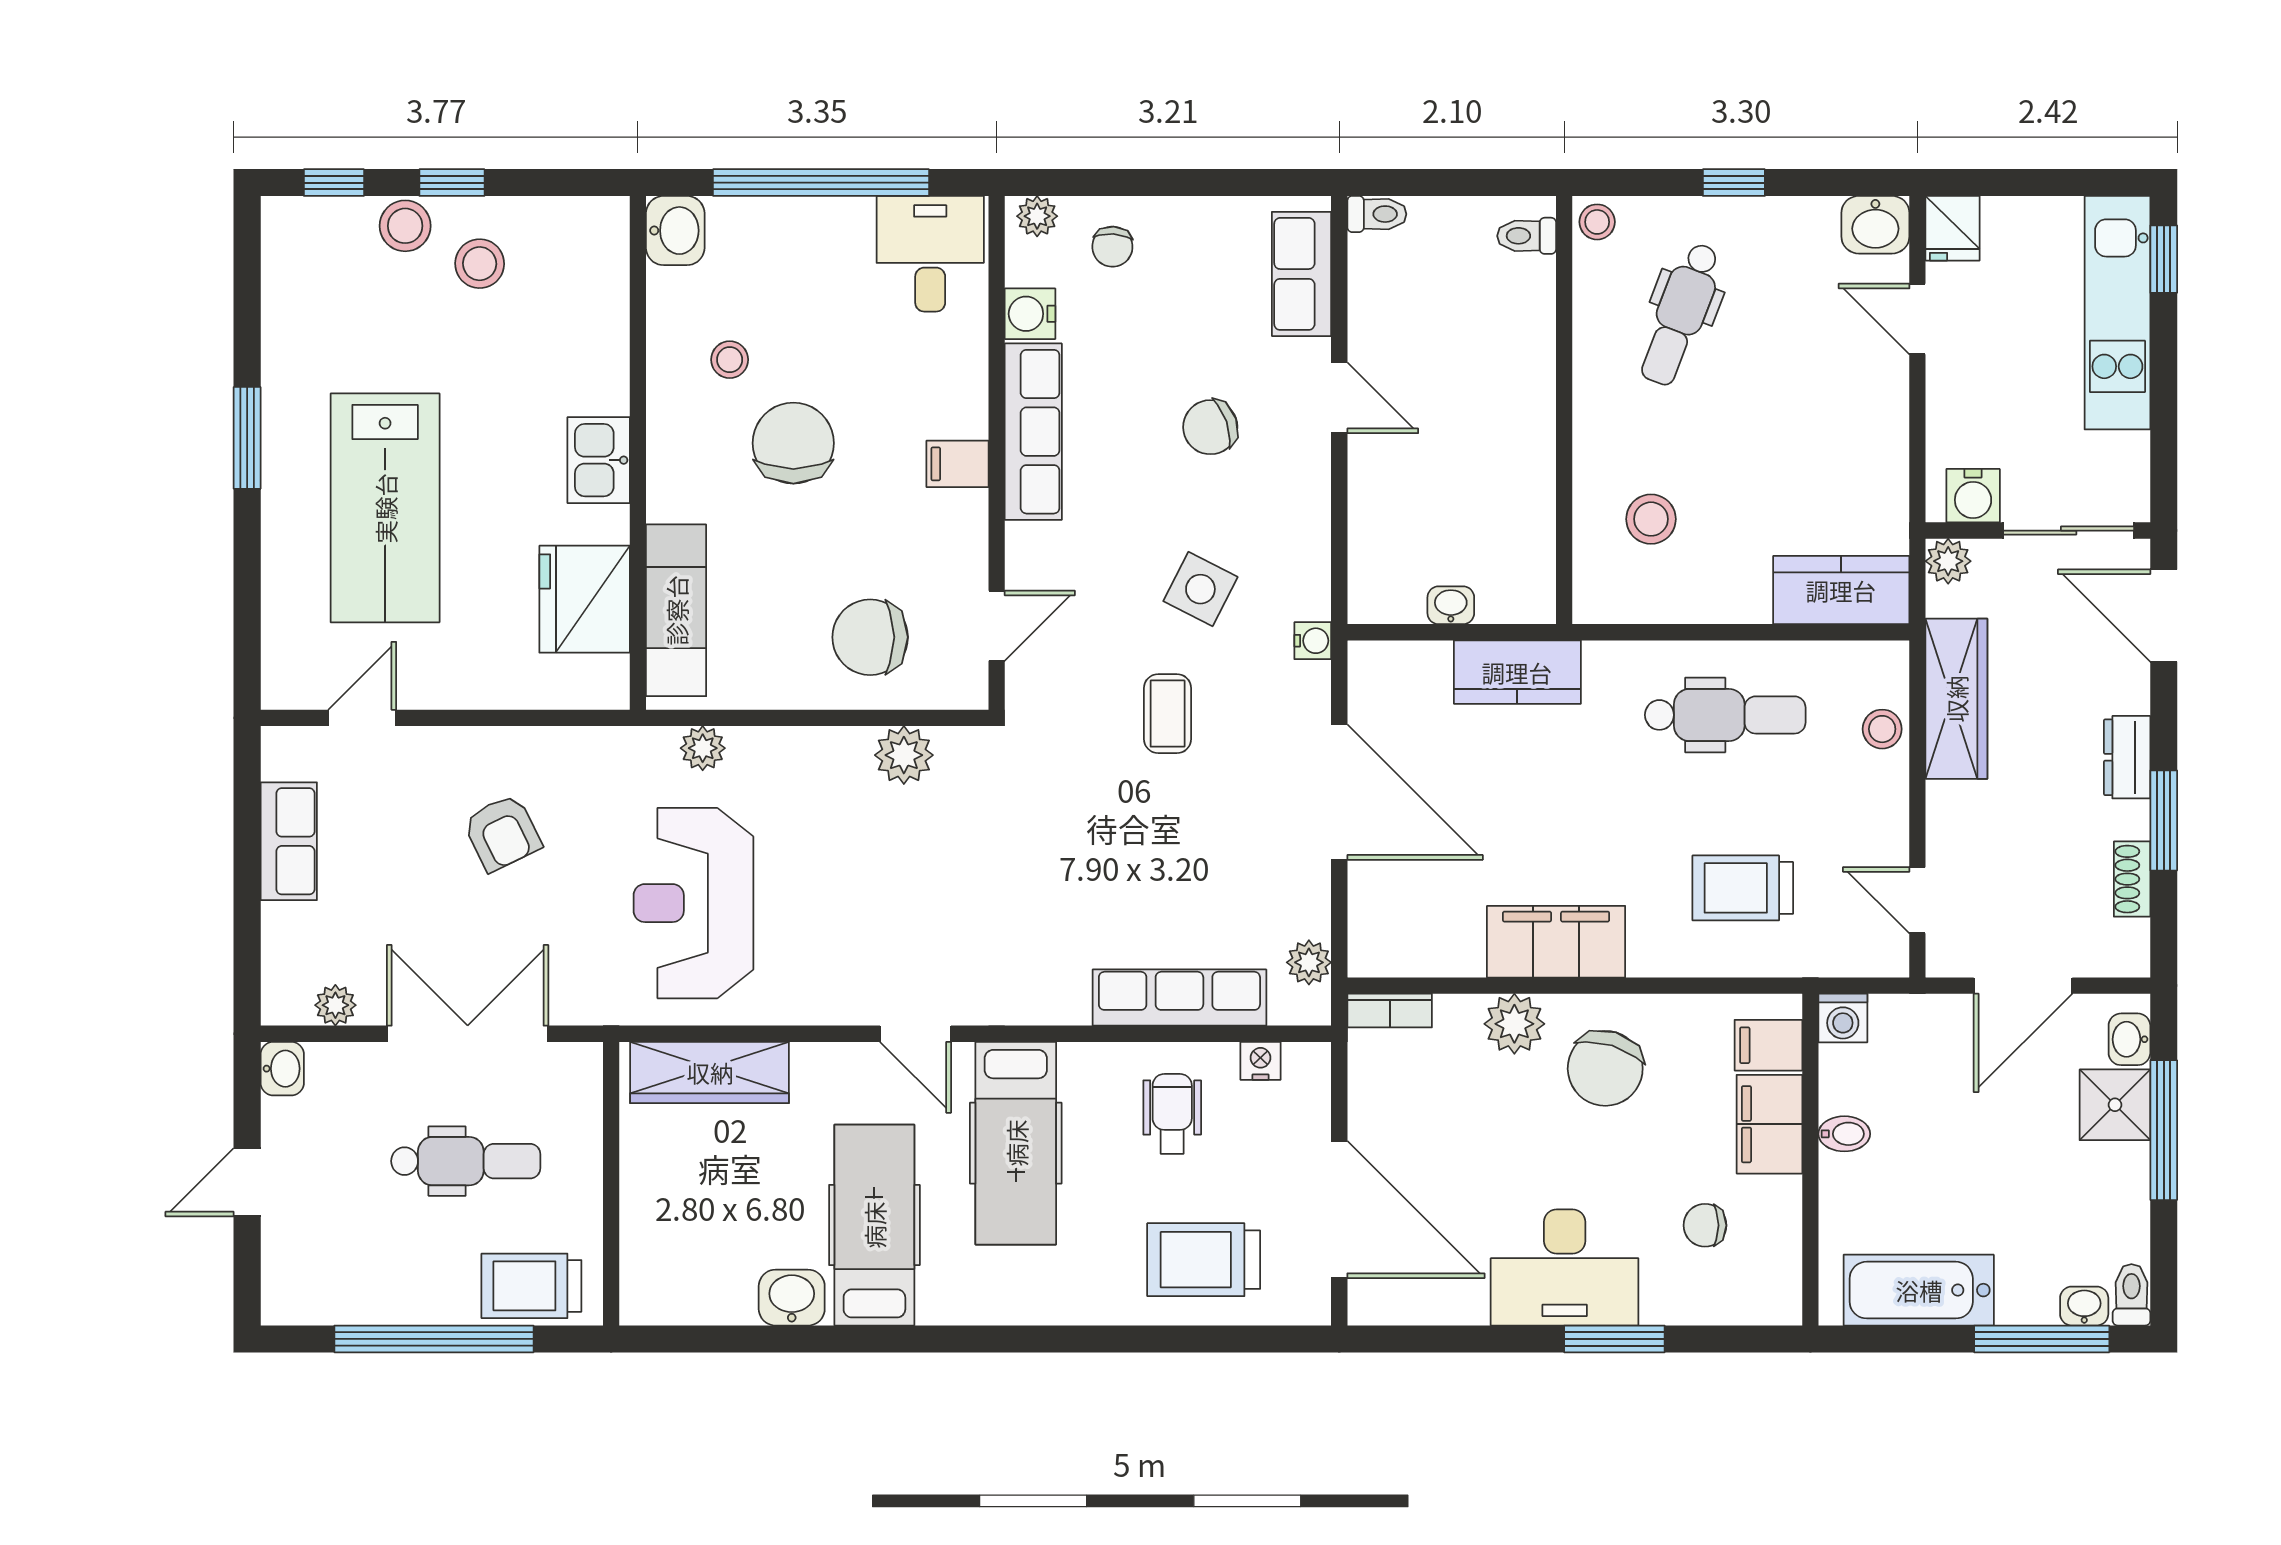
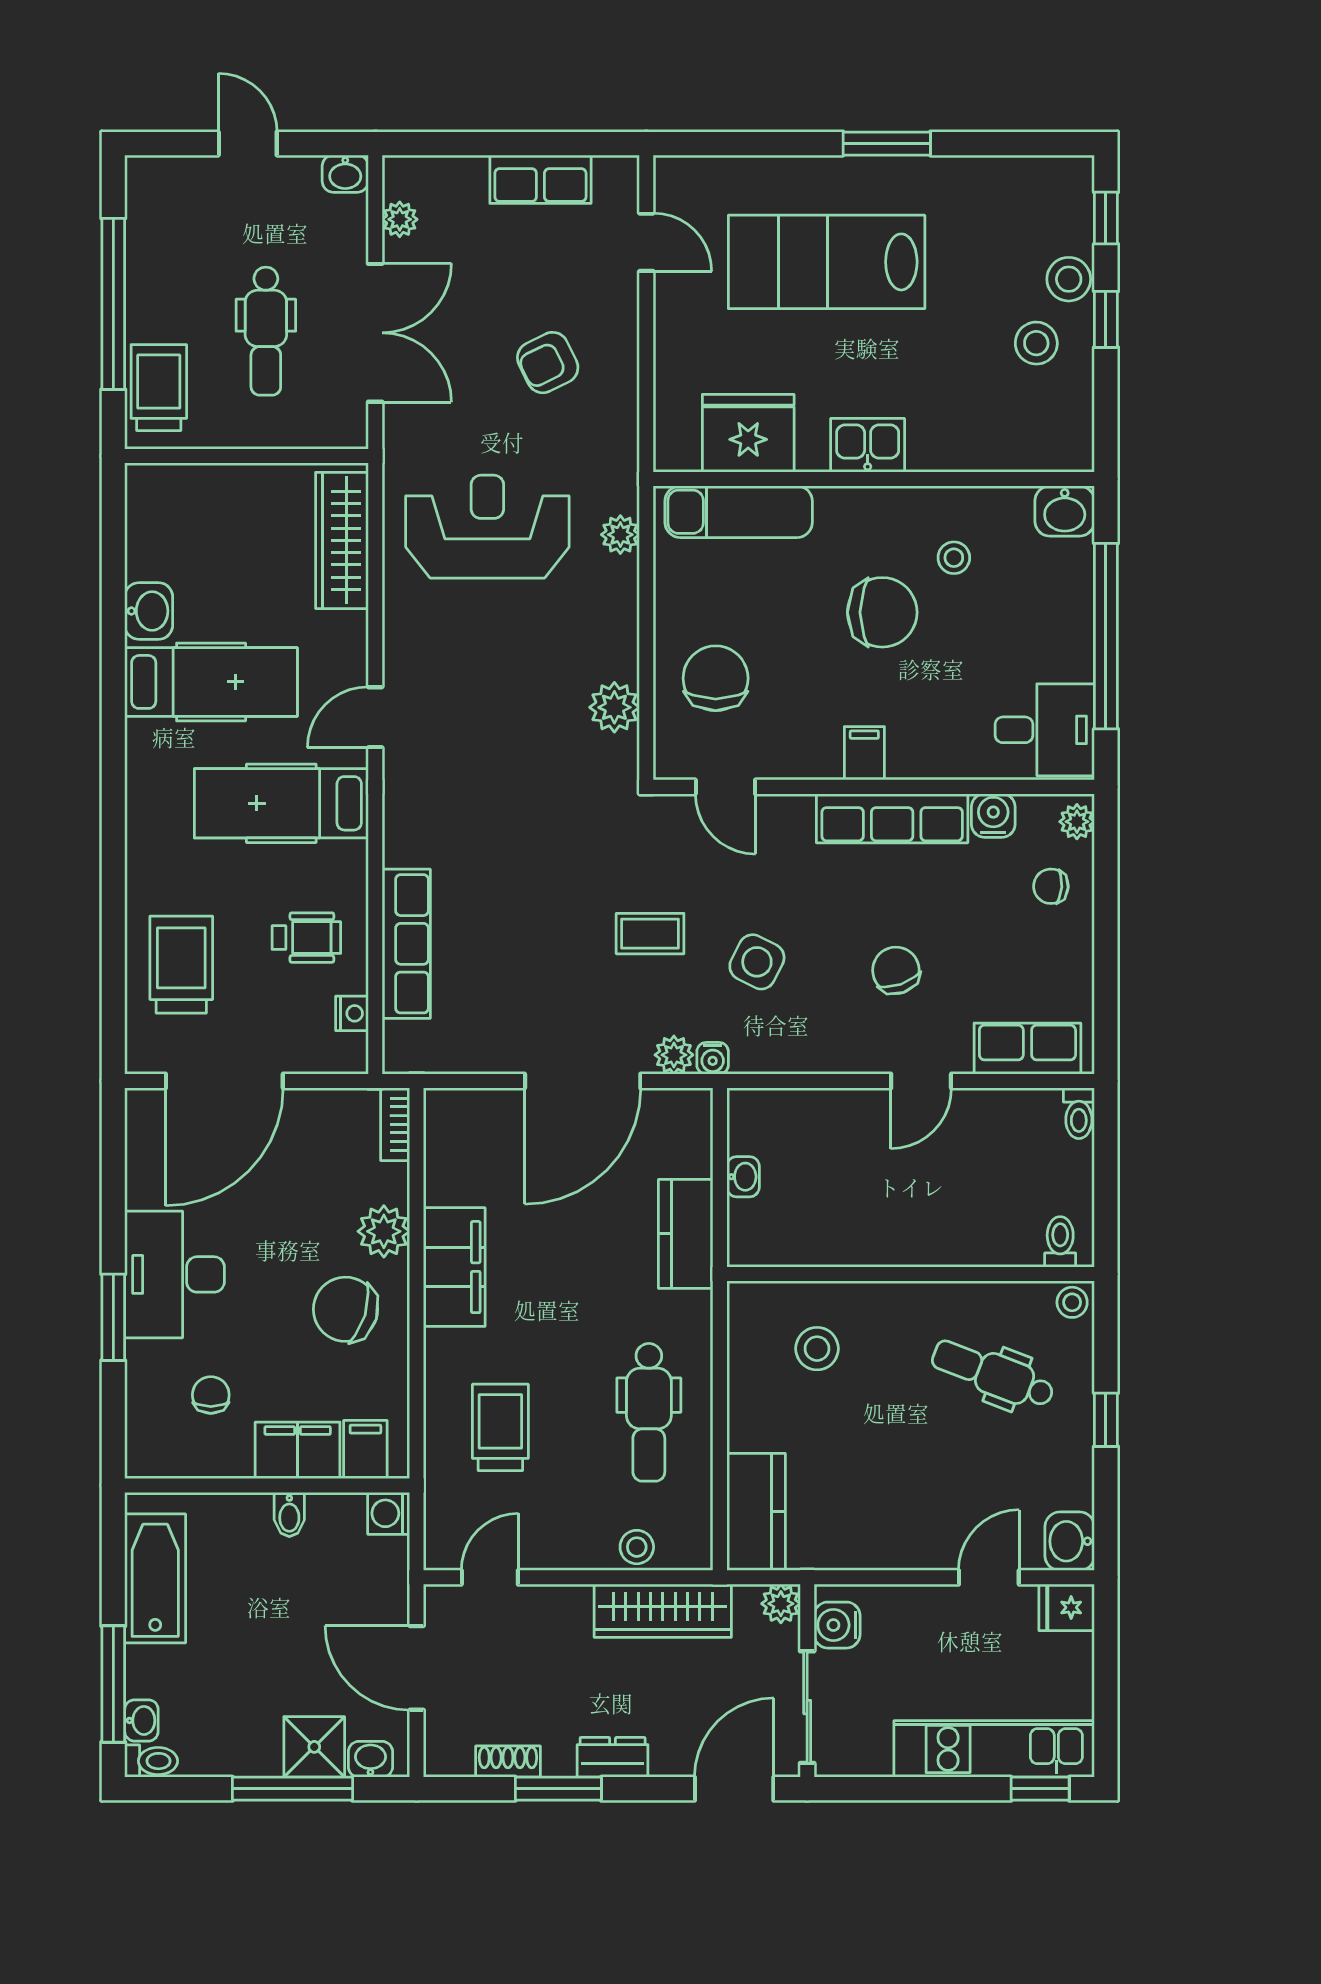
plant: (1309, 962) -> (674, 1055), moved

